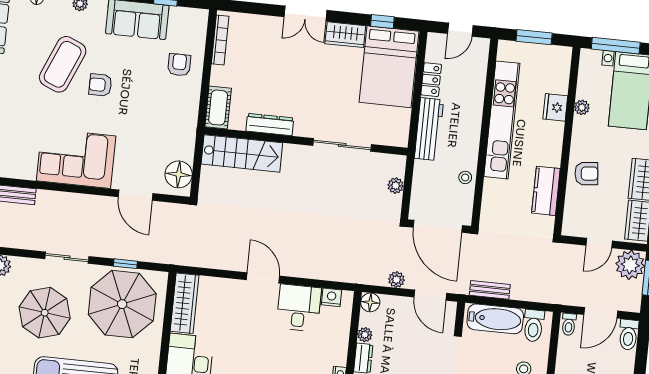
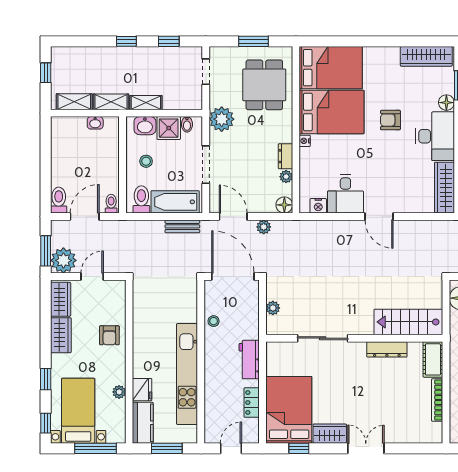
bookcase: (220, 40) -> (437, 400), moved
workbench: (429, 129) -> (249, 360), width x0.73
armchair: (586, 174) -> (109, 335), turned -84
kitchen counter: (546, 191) -> (143, 423), moved

